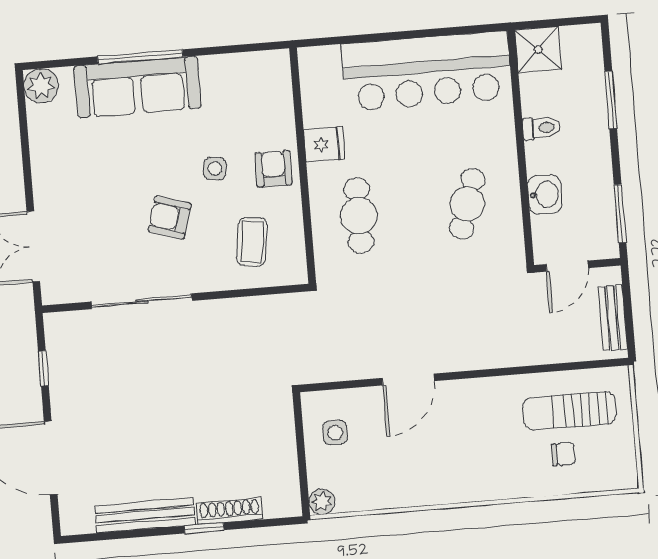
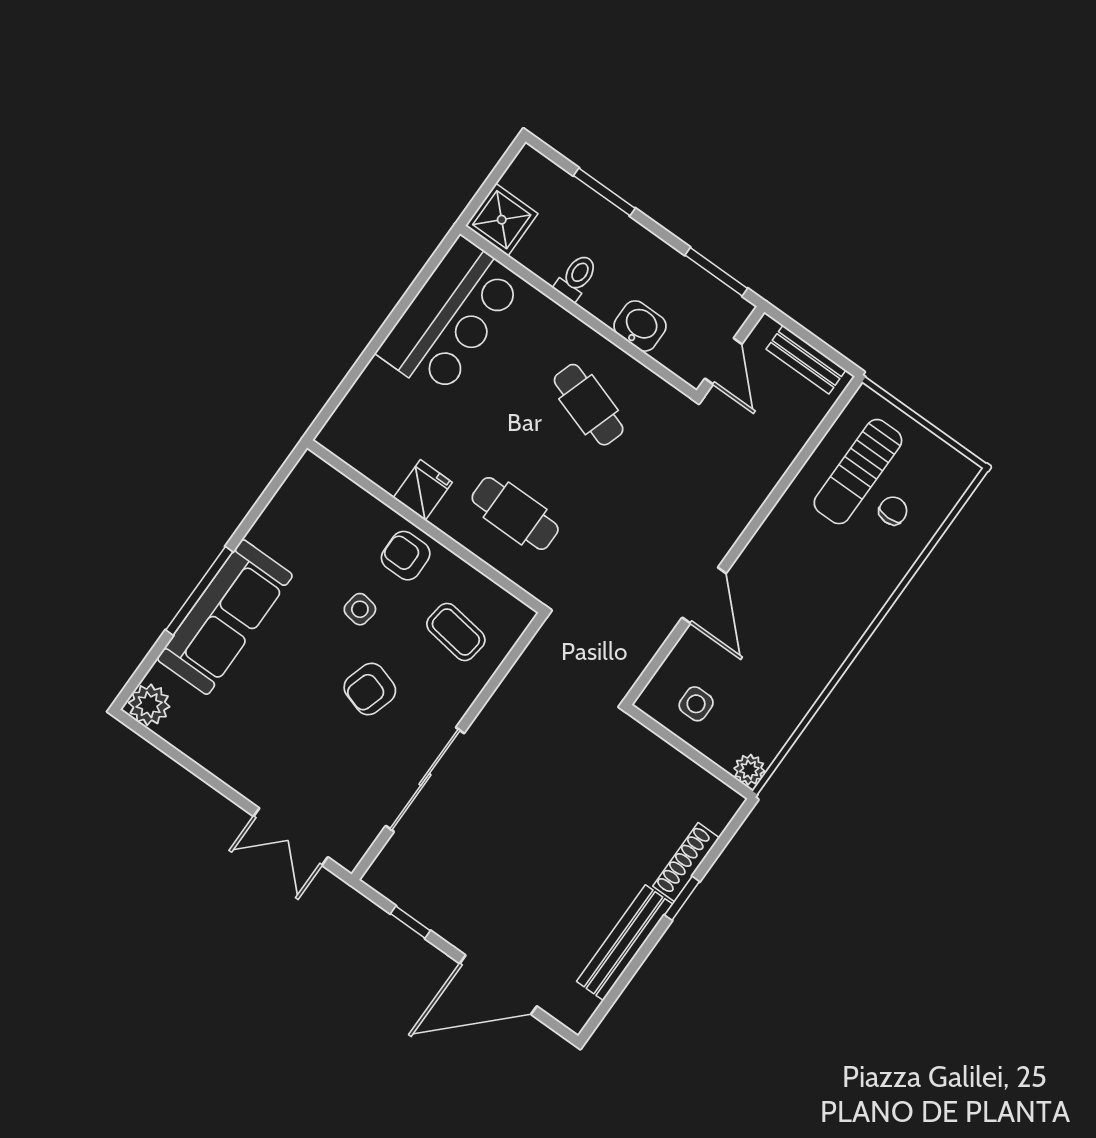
bar counter: (427, 71) -> (451, 317), width x0.73

